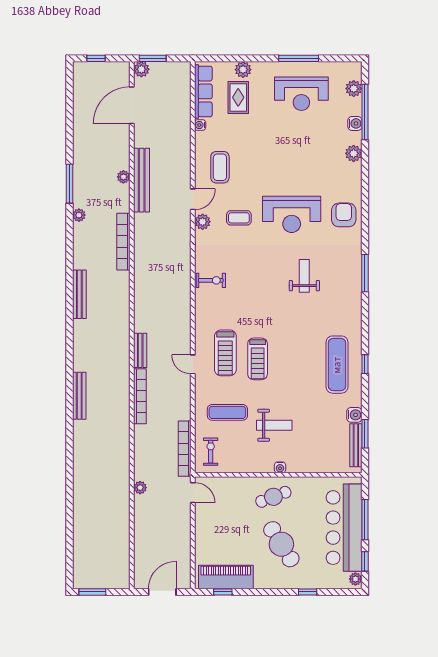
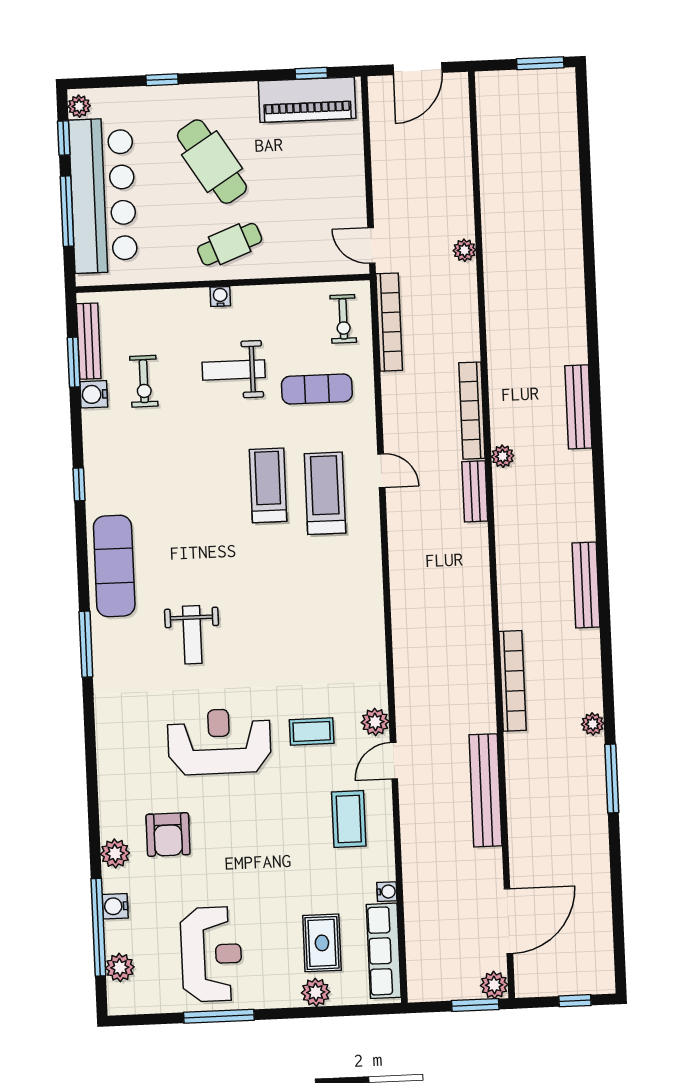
reception desk: (301, 94) -> (211, 954), turned 90
plant: (123, 177) -> (503, 456), moved
armchair: (344, 215) -> (168, 834), moved
exercise bike: (211, 280) -> (144, 381), moved, turned -90
exercise mat: (337, 365) -> (114, 566), moved

